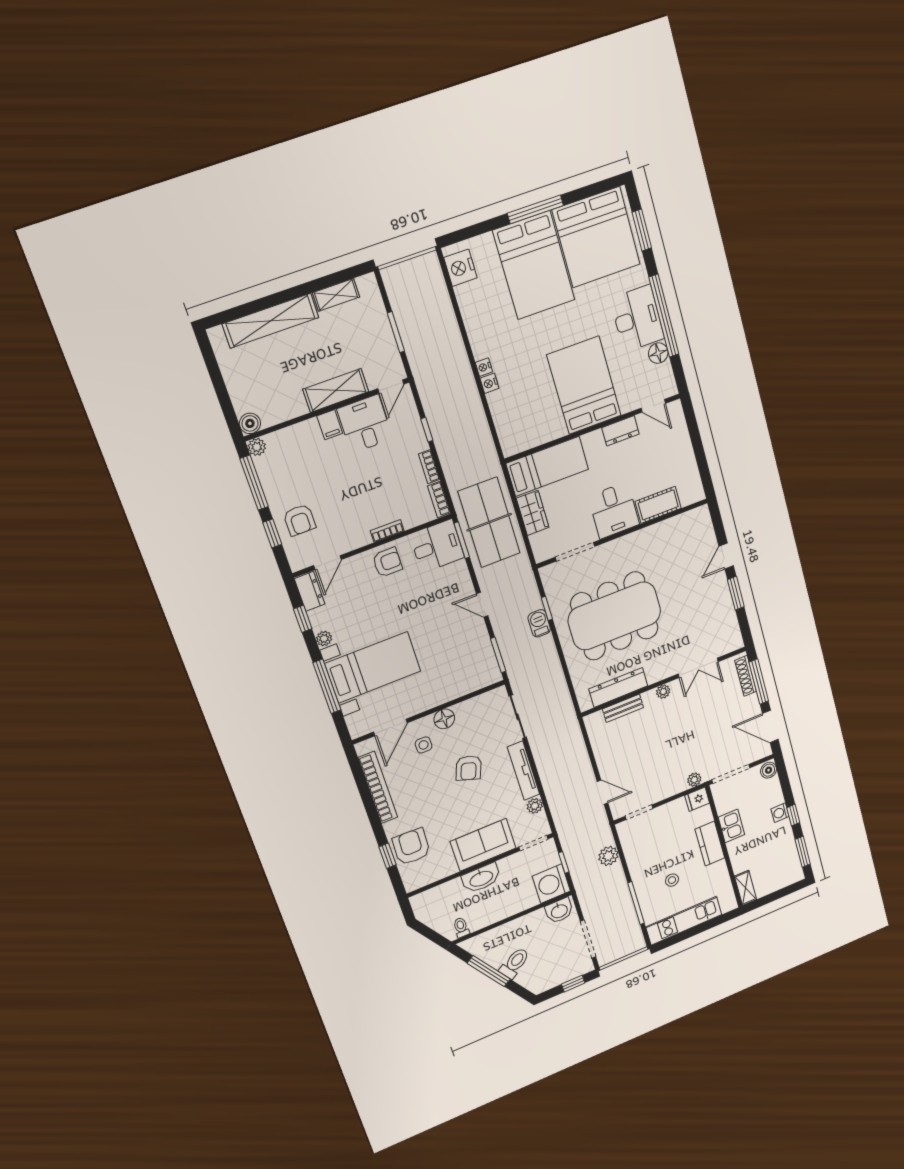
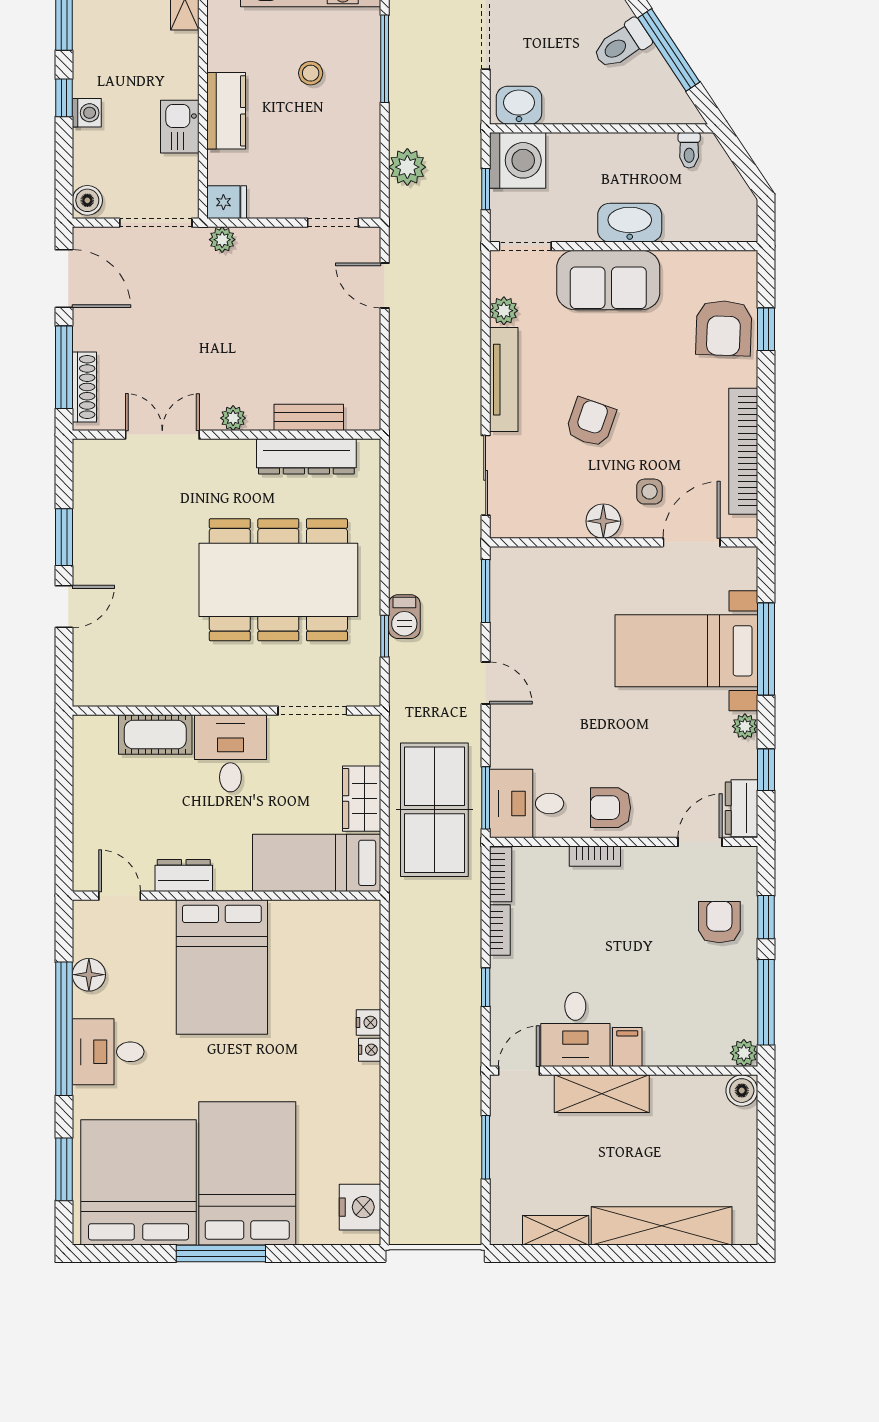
desk: (637, 318) -> (108, 1052), width x0.73

